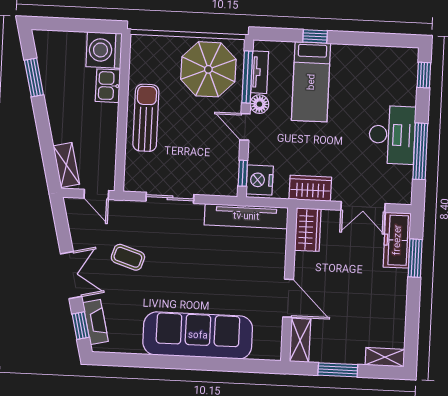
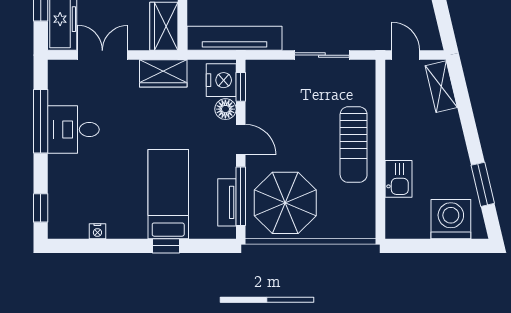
washing machine: (104, 50) -> (451, 219), moved, turned -90
nightstand: (375, 52) -> (97, 231), added
floor lamp: (259, 104) -> (225, 109), moved
desk: (392, 135) -> (73, 130), width x0.73

